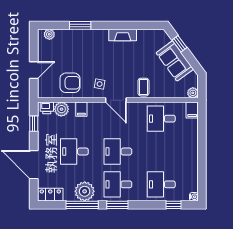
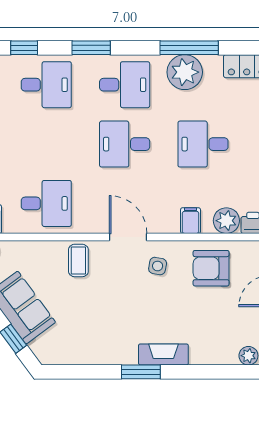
window: (80, 25) -> (141, 372), moved
fireplace: (123, 35) -> (163, 354), moved
desk: (74, 151) -> (203, 144), turned 180
desk: (118, 151) -> (125, 144), turned 180
window: (117, 205) -> (91, 48), moved

